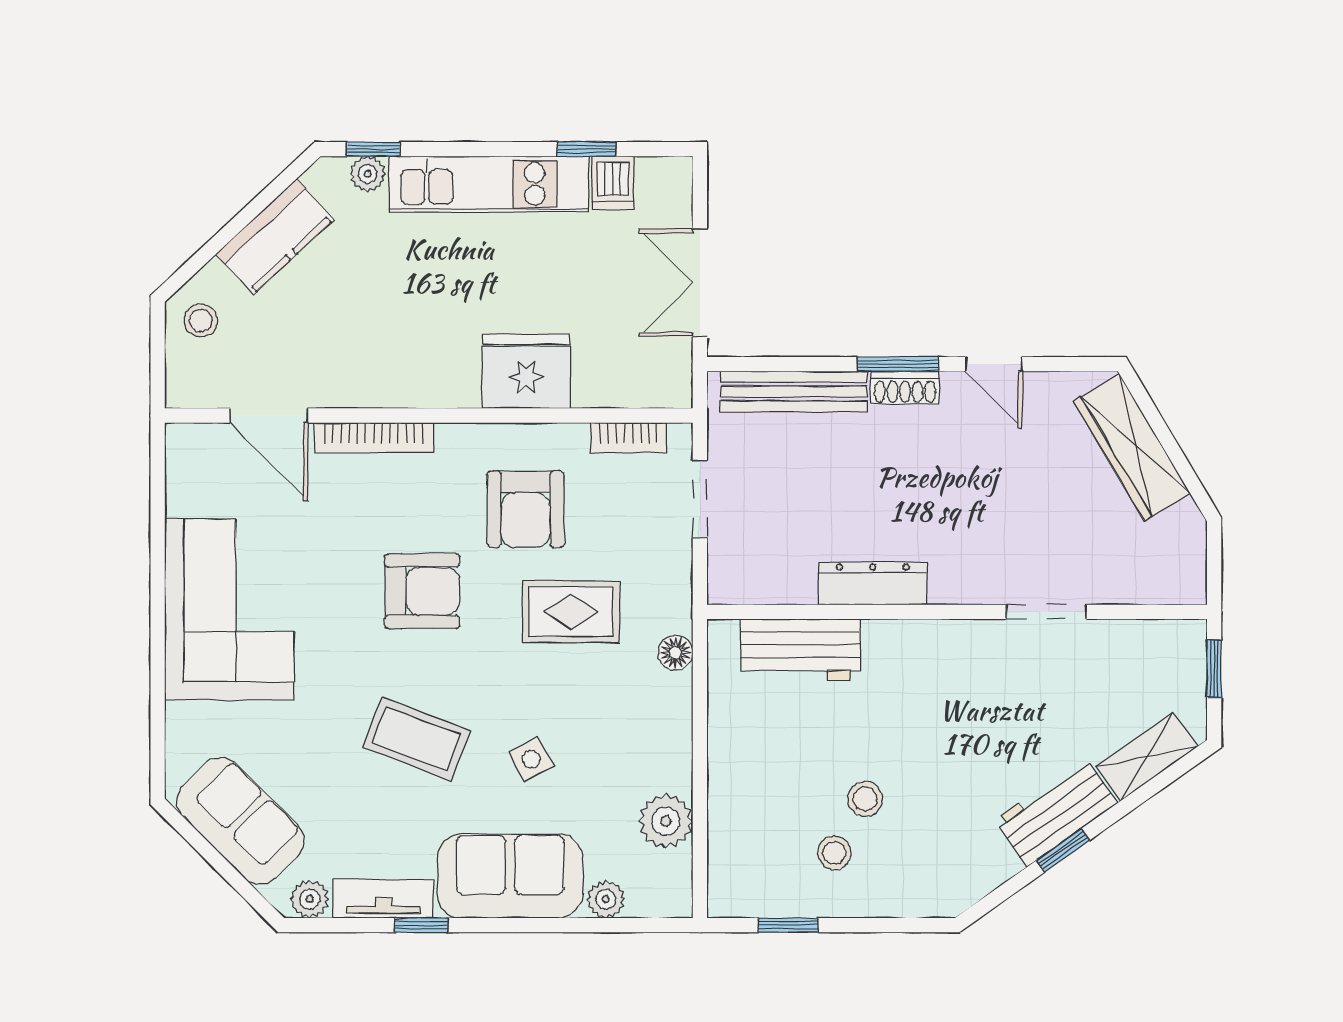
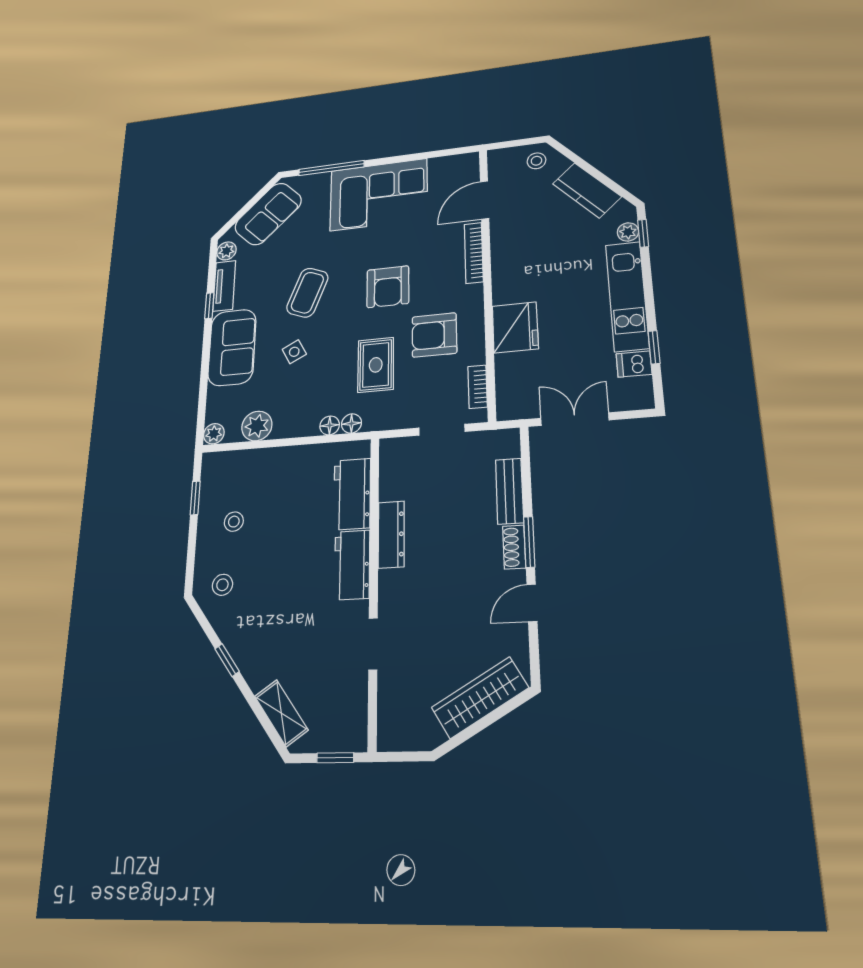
bench: (794, 392) -> (509, 491), width x0.73
floor lamp: (676, 691) -> (330, 425), added
window: (158, 701) -> (331, 168), added
stool: (865, 799) -> (222, 585), moved
workbench: (1056, 812) -> (352, 565), moved, turned -145
plant: (606, 899) -> (214, 434), moved

